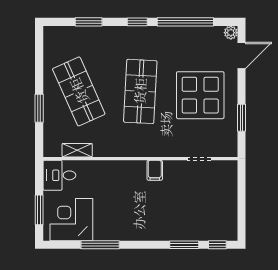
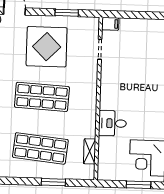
shop shelf: (79, 91) -> (40, 148), turned 30
filing cabinet: (155, 170) -> (110, 24), moved
desk: (59, 175) -> (112, 123), moved, turned 90

